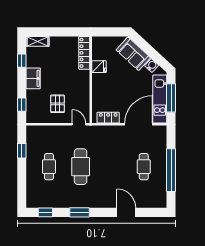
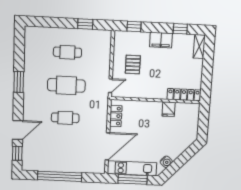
sofa: (133, 54) -> (179, 144), removed
pallet: (58, 104) -> (133, 64), turned 90
door: (139, 124) -> (107, 146), hinge flipped
cafe table: (144, 167) -> (65, 118), moved
window: (45, 212) -> (17, 153), moved

